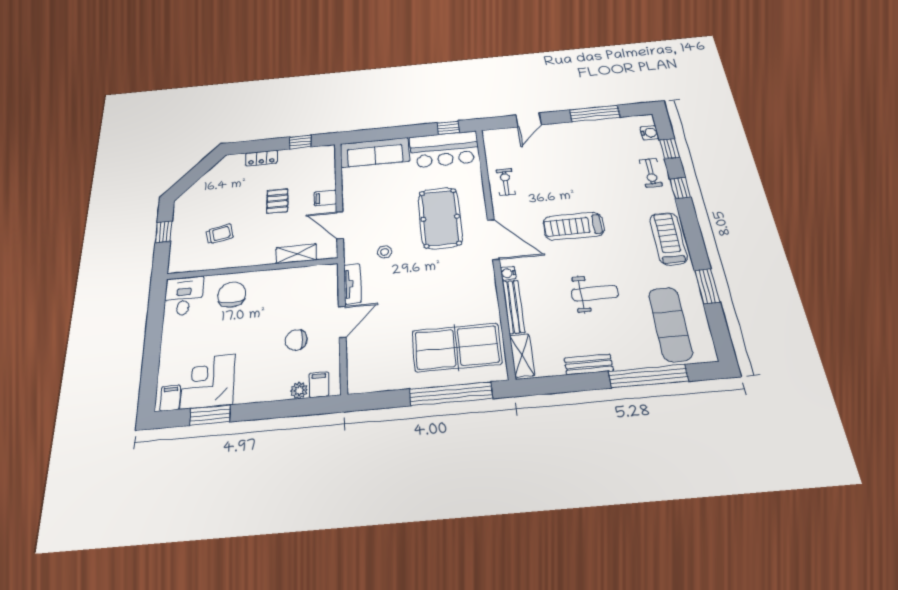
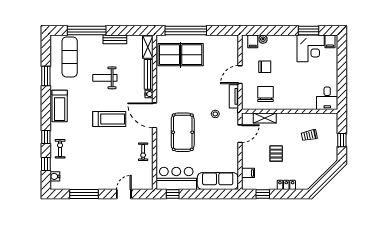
filing cabinet: (325, 198) -> (248, 173), moved
door: (340, 225) -> (240, 134), hinge flipped
chair: (232, 294) -> (266, 94), moved, turned 180

